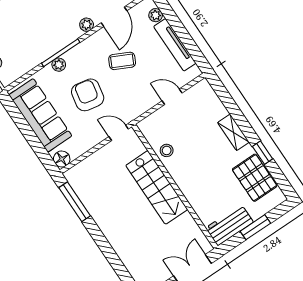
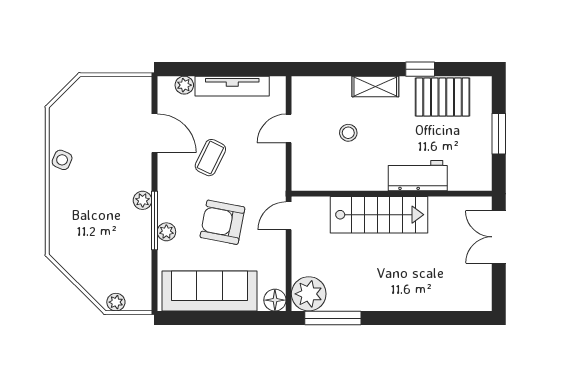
plant: (87, 25) -> (143, 200), moved
stool: (167, 150) -> (348, 133), moved
plant: (79, 177) -> (309, 294), added
workbench: (229, 225) -> (418, 176), moved, turned 90

